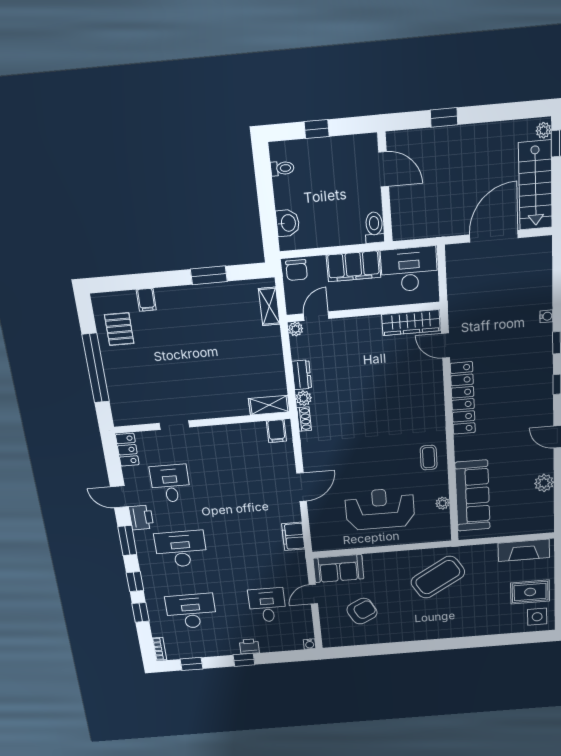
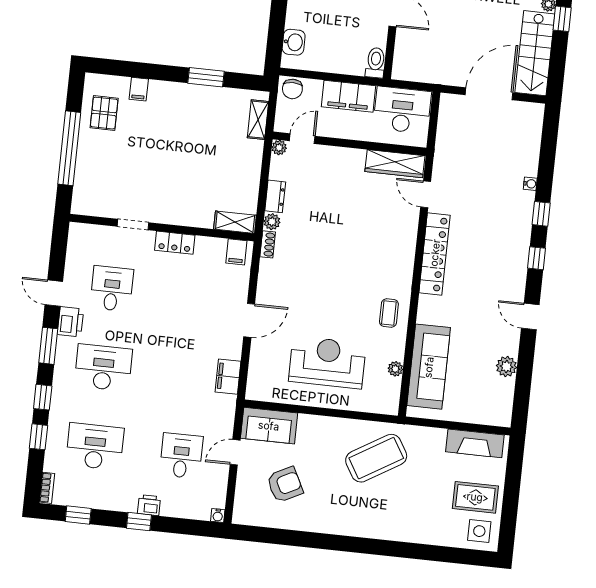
locker: (127, 450) -> (175, 243), moved, turned 90

